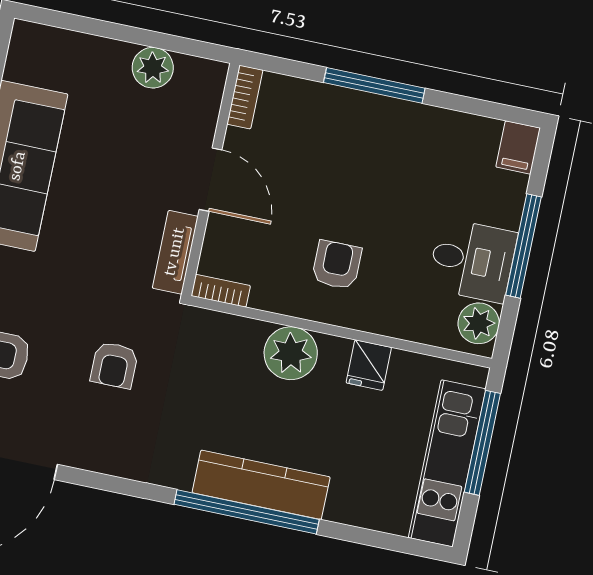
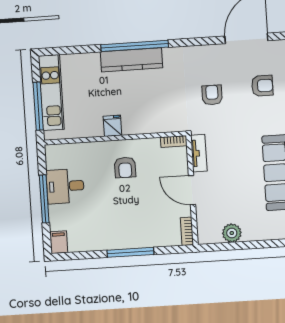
plant: (479, 323) -> (55, 159), removed
plant: (291, 353) -> (135, 122), removed
fridge: (369, 365) -> (112, 126), moved

